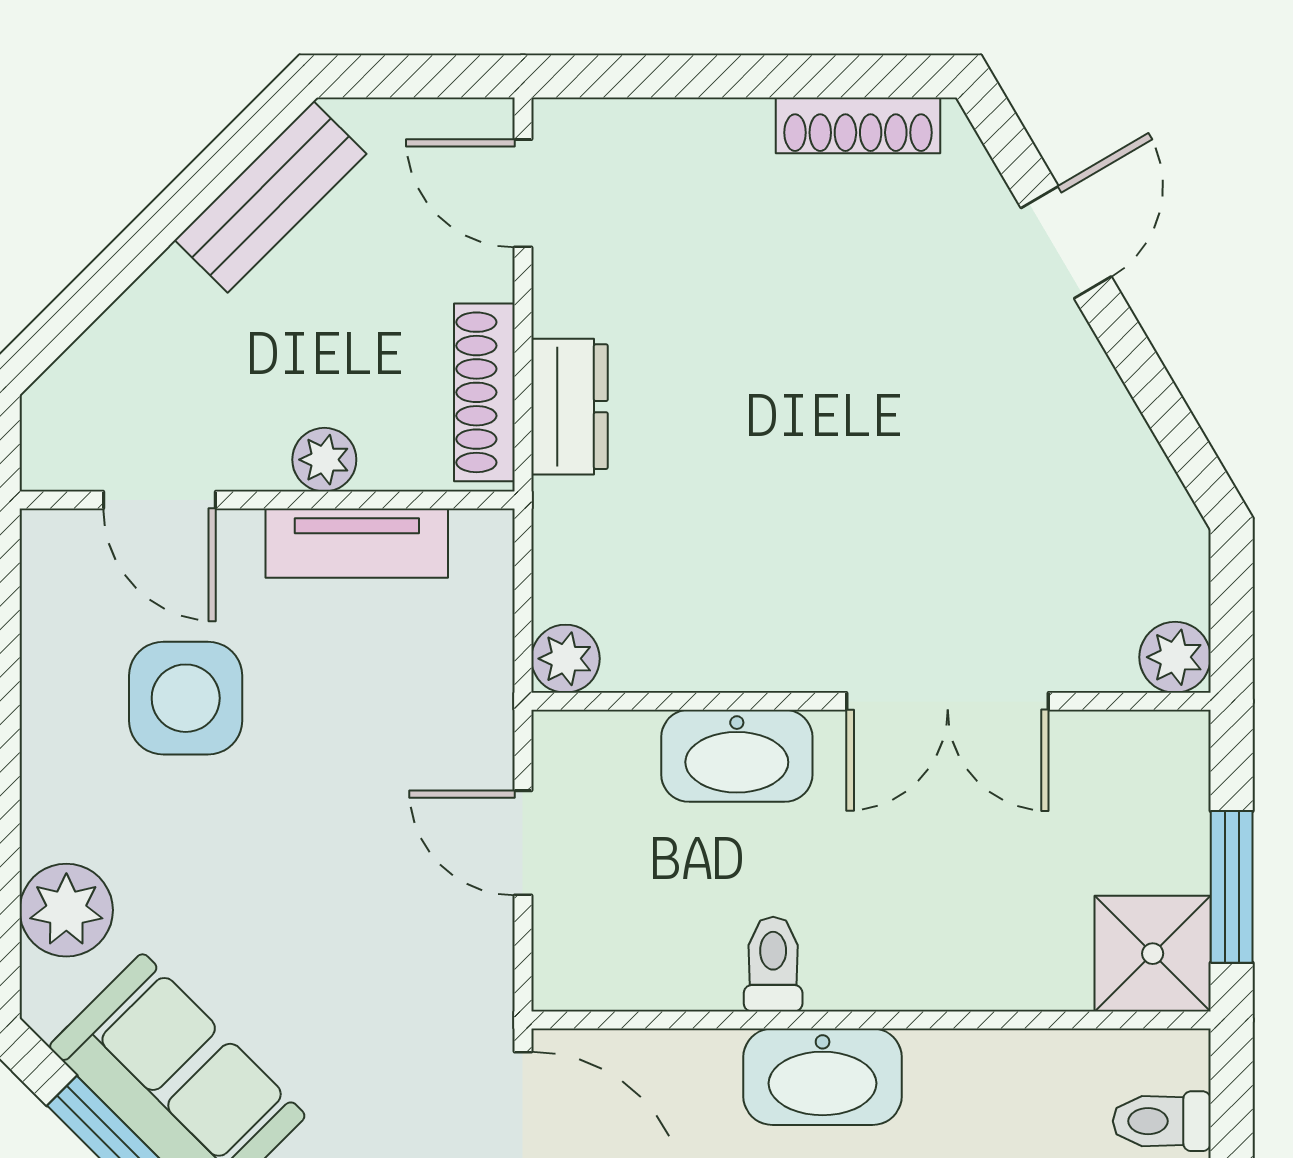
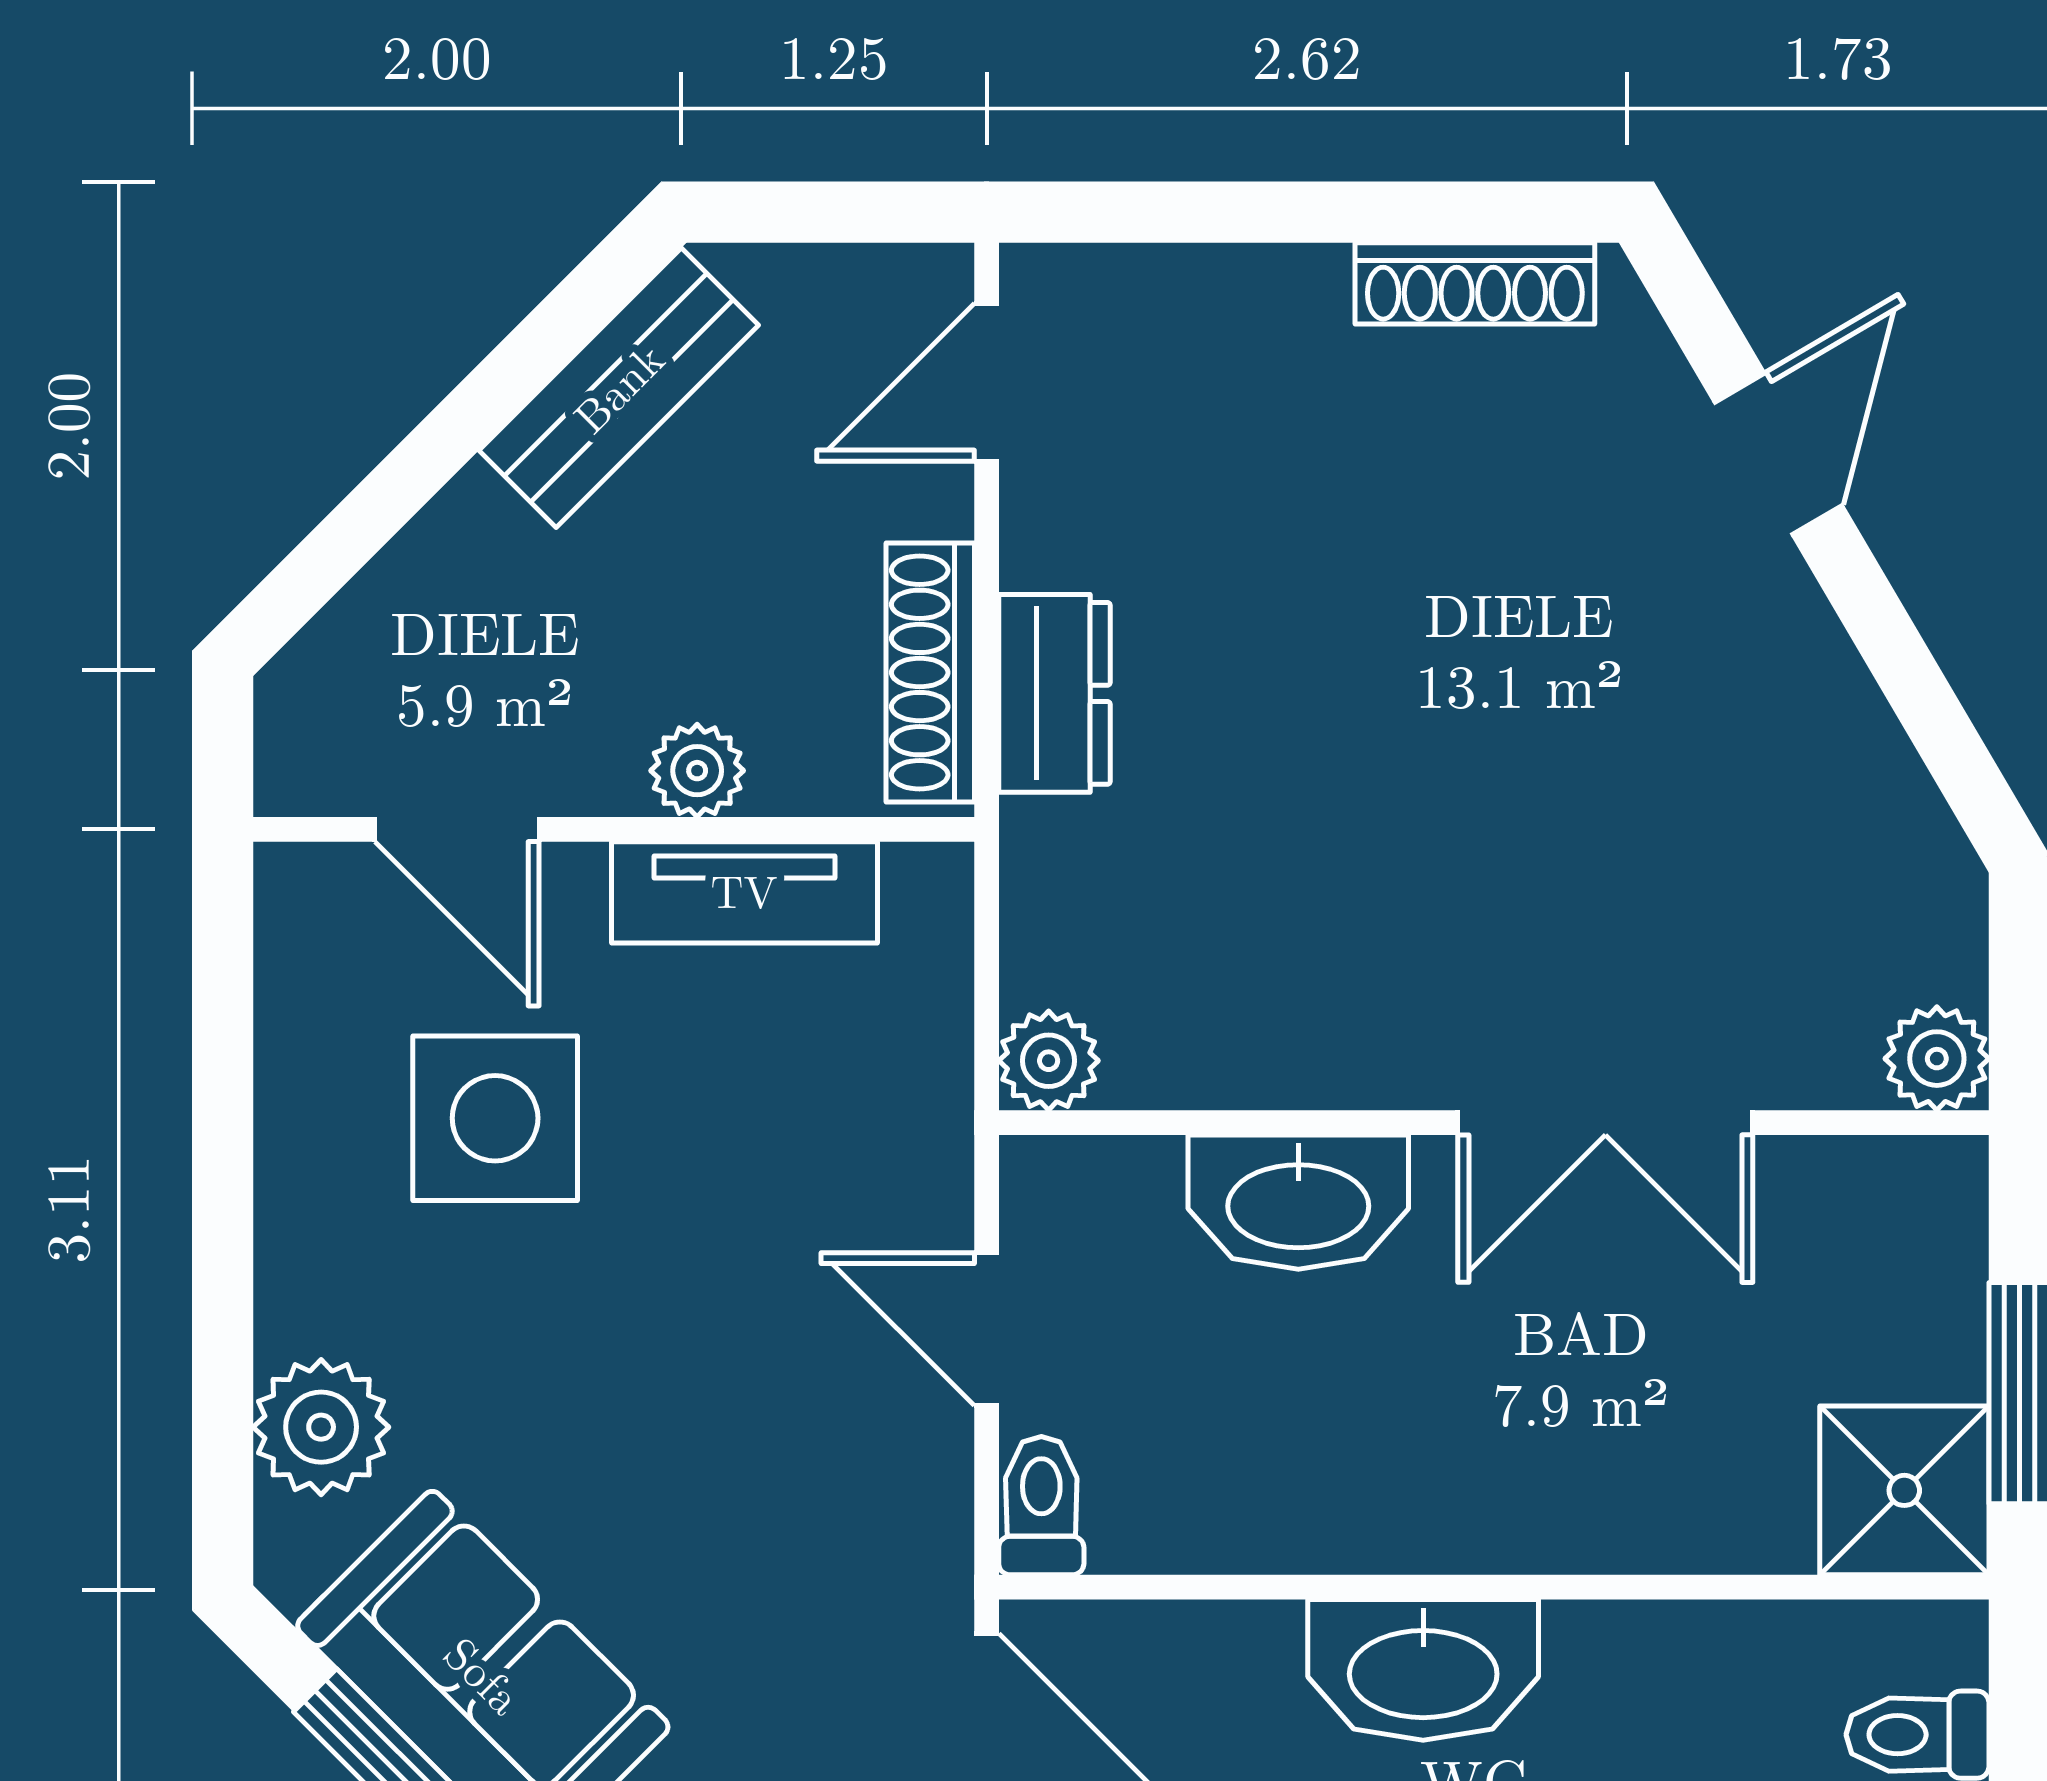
door: (523, 193) -> (987, 382), hinge flipped
toilet: (773, 964) -> (1041, 1506), moved

